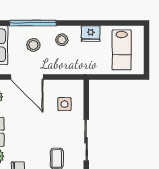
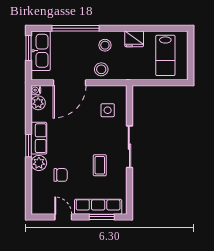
stool: (33, 45) -> (101, 69), moved
door: (27, 77) -> (70, 83), hinge flipped

